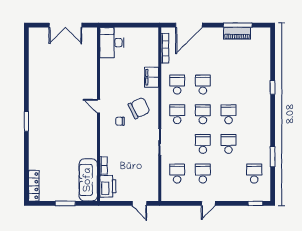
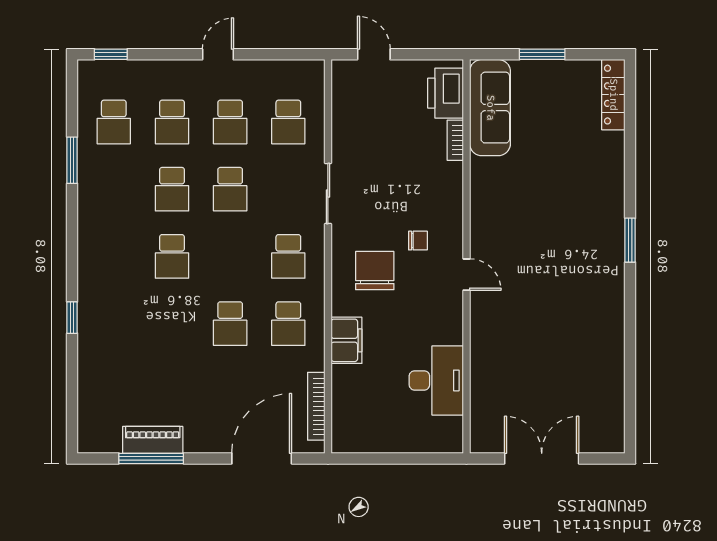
desk: (112, 43) -> (436, 380), moved
chair: (139, 108) -> (375, 271), turned 116
school desk: (203, 114) -> (172, 122), moved

